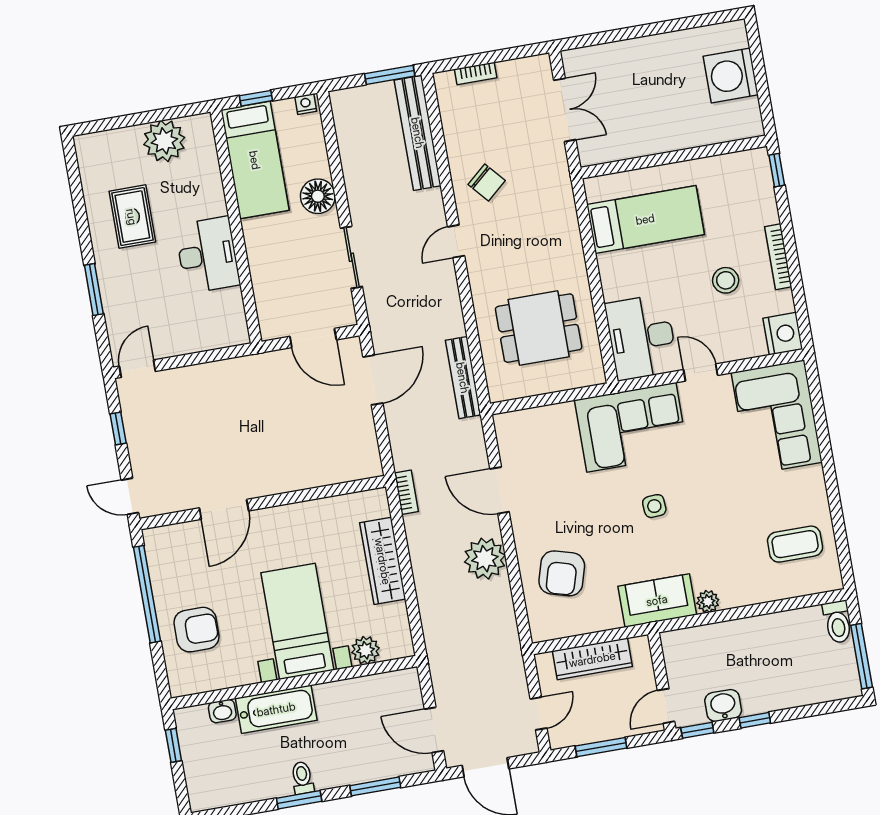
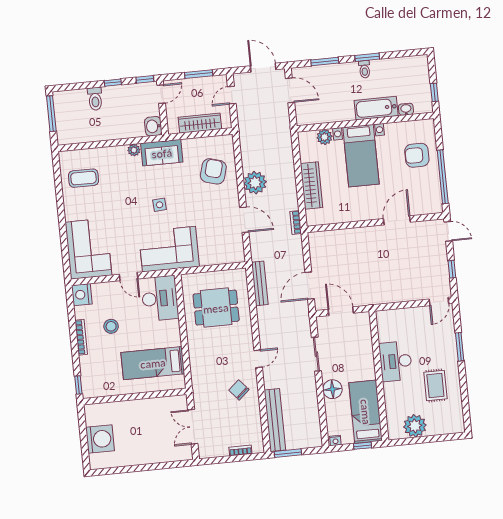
toilet: (838, 622) -> (95, 99), moved, turned 180
washbasin: (723, 705) -> (153, 126), moved, turned 90

